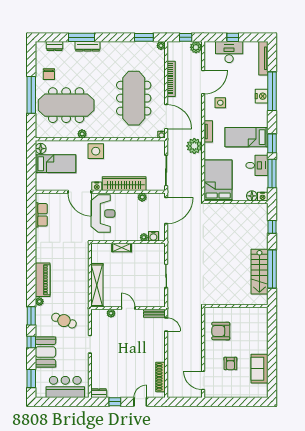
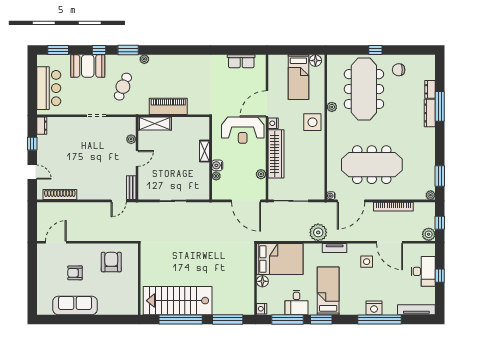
dresser: (55, 46) -> (430, 89), moved
window: (31, 95) -> (375, 50), width x0.32
floor lamp: (252, 196) -> (262, 281), moved
window: (272, 227) -> (228, 319), width x2.17
water cooler: (153, 236) -> (217, 165), moved
stairs: (259, 272) -> (178, 301), width x1.36, depth x1.51
piano: (43, 280) -> (168, 106), moved, turned 180
shelving: (97, 285) -> (155, 123), width x0.68
sofa: (260, 369) -> (75, 305), width x1.36

